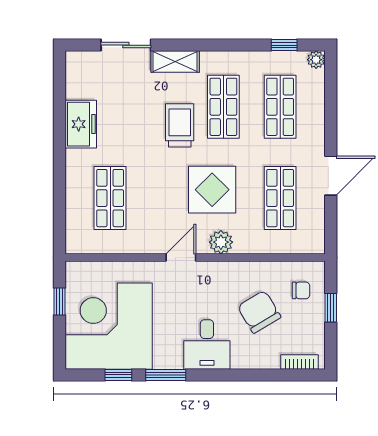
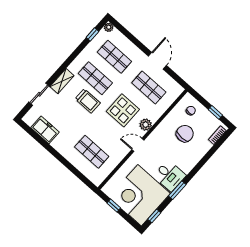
freezer: (81, 124) -> (45, 130), moved
trolley: (180, 125) -> (88, 101), turned 180
door: (181, 257) -> (138, 145), hinge flipped
window: (331, 308) -> (215, 112), moved
chair: (259, 312) -> (185, 134), turned 121
desk: (207, 345) -> (169, 176), moved
window: (118, 375) -> (154, 216), moved

